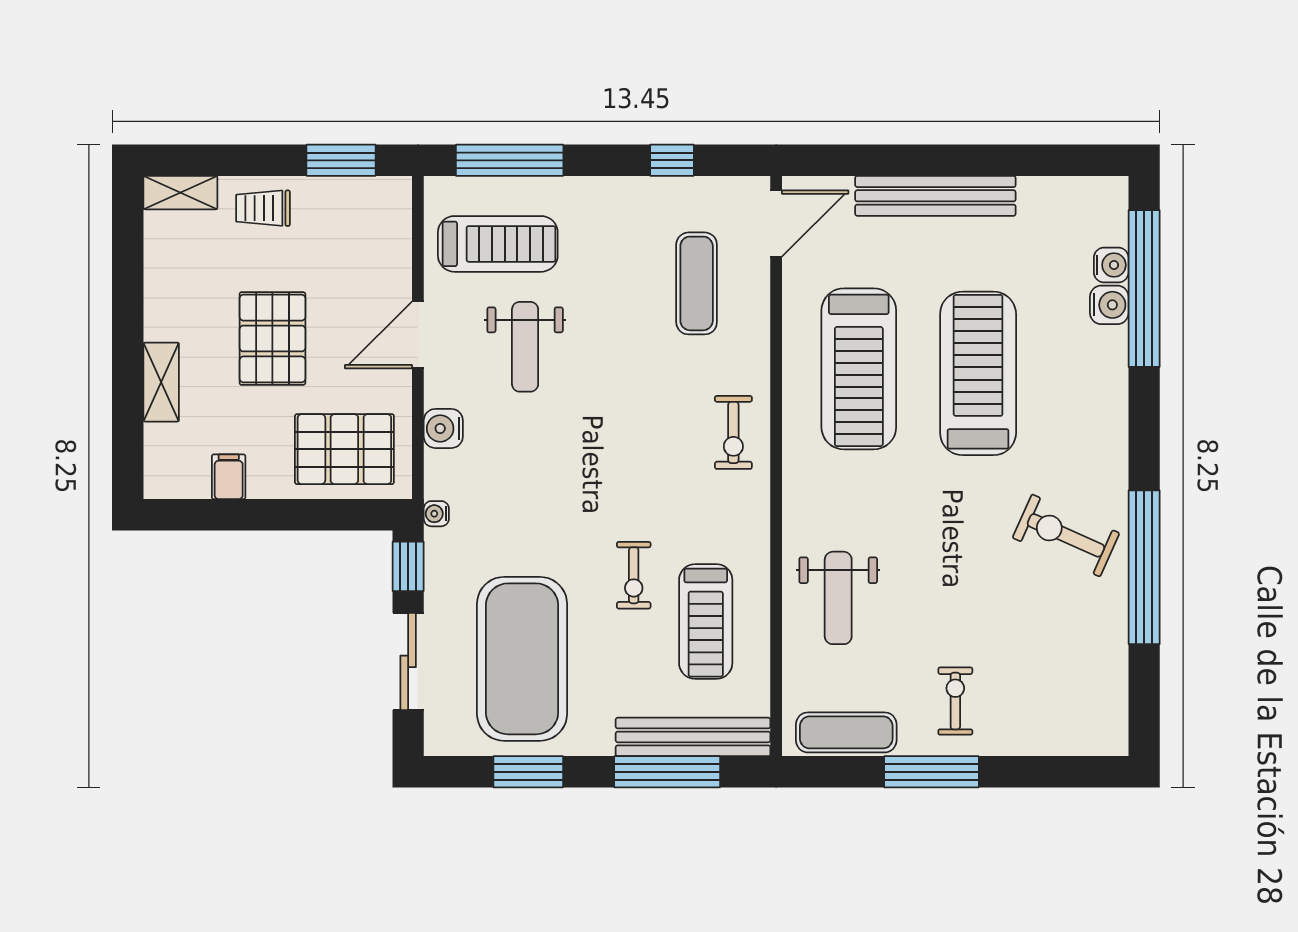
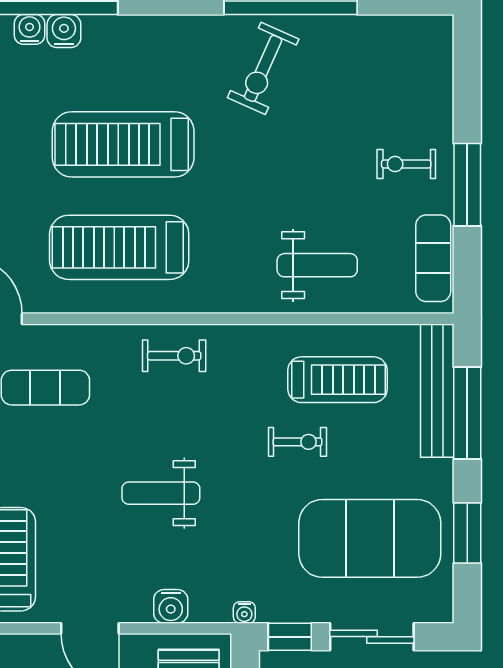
weight bench: (525, 347) -> (161, 493), moved, turned 180
treadmill: (859, 369) -> (119, 247), turned 180

